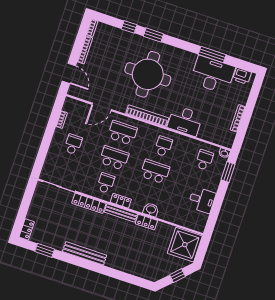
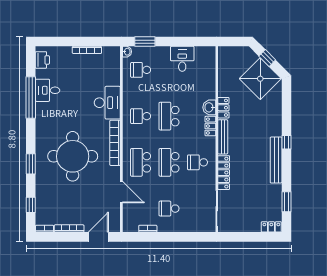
window: (129, 27) -> (31, 205), moved
window: (212, 54) -> (31, 98), width x1.46
desk: (213, 75) -> (47, 90), width x0.53, depth x0.77
locker: (121, 201) -> (210, 126), moved
shower: (185, 245) -> (260, 79), moved, turned 45
window: (97, 268) -> (286, 142), added

